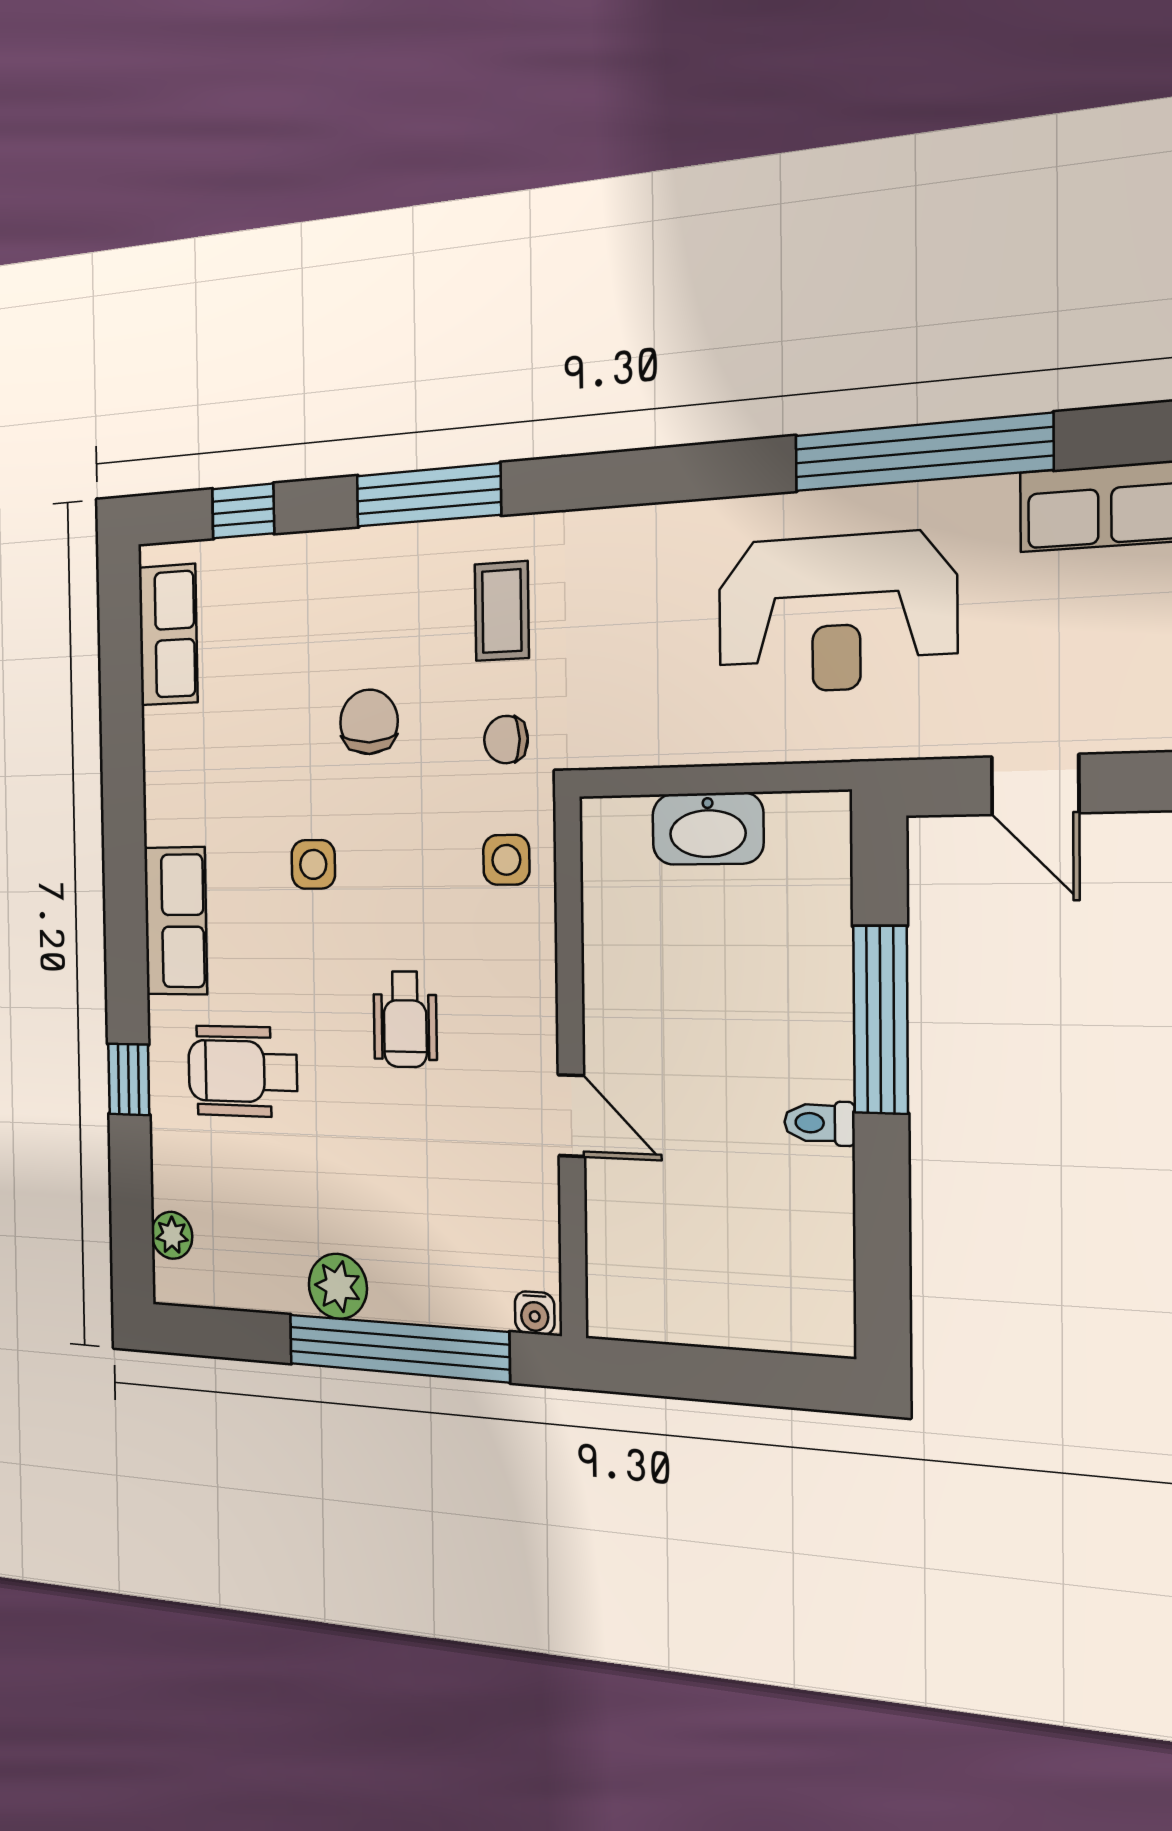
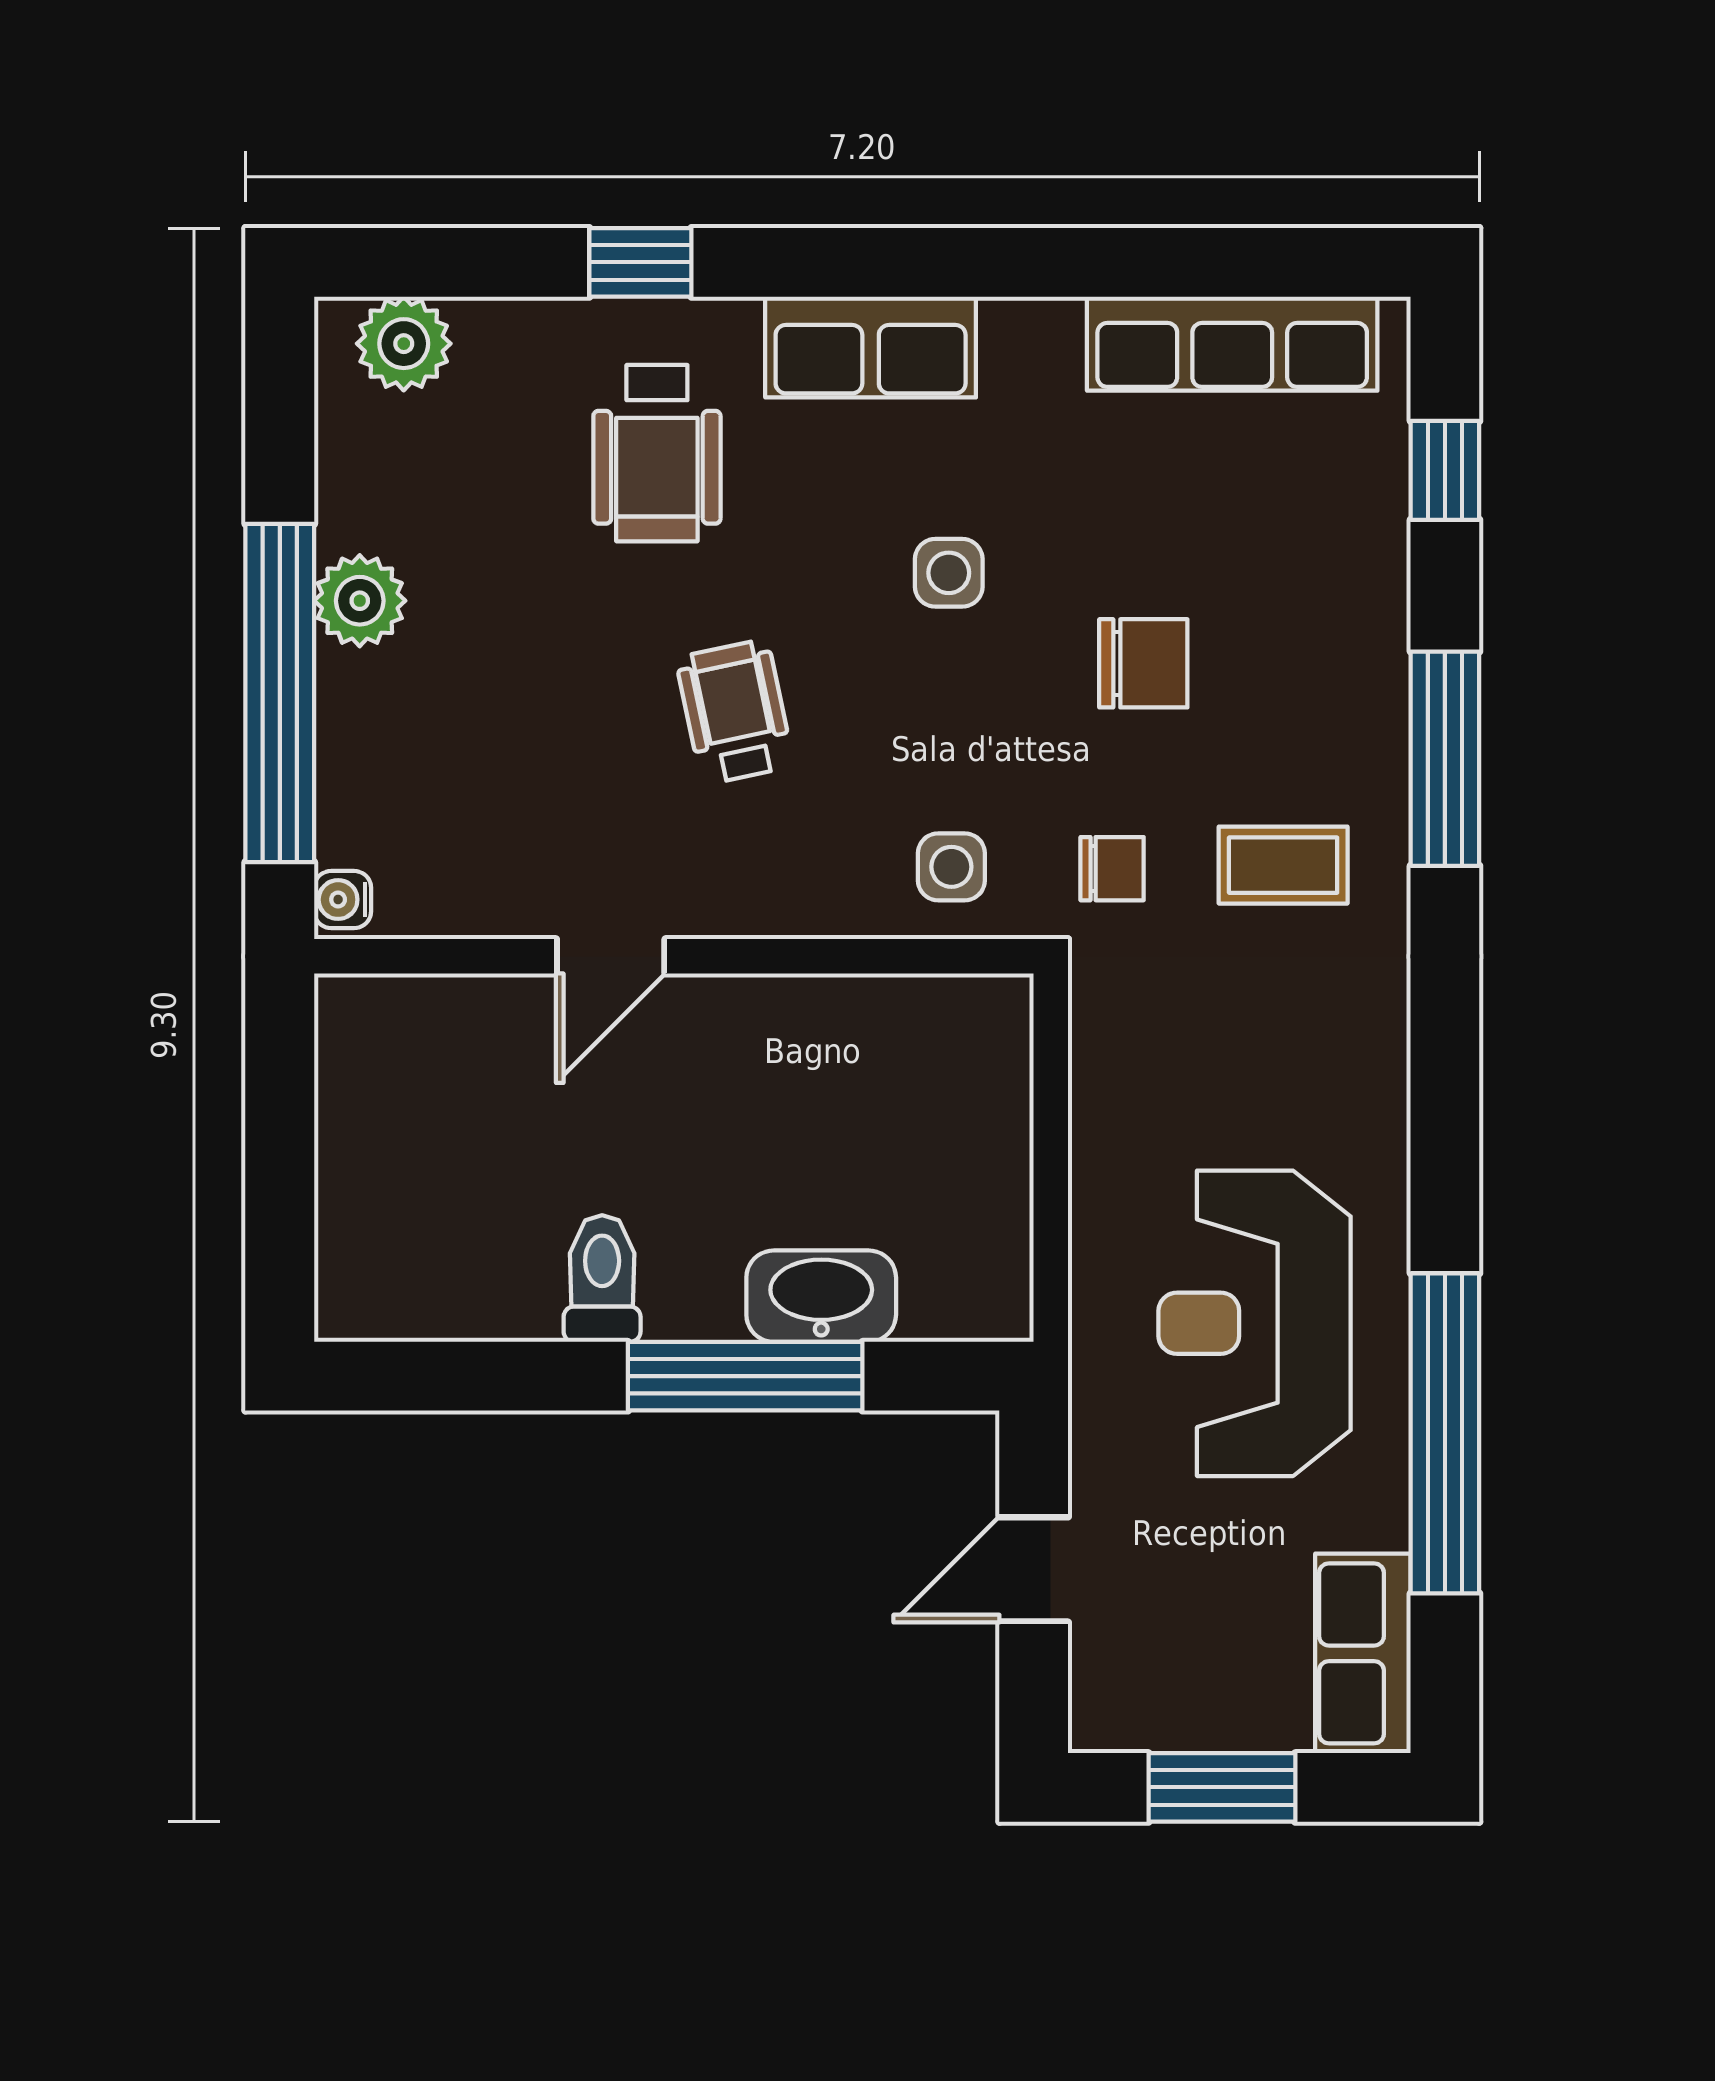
row of seats: (168, 635) -> (1232, 344), width x1.48
chair: (506, 740) -> (1112, 869), turned 90
washbasin: (708, 829) -> (821, 1296), moved, turned 90
wheelchair: (405, 1019) -> (735, 712), turned 78
wheelchair: (242, 1071) -> (657, 453), turned 180
toilet: (819, 1123) -> (602, 1279), width x1.37, depth x1.39
plant: (172, 1235) -> (404, 344), width x1.38, depth x1.38

